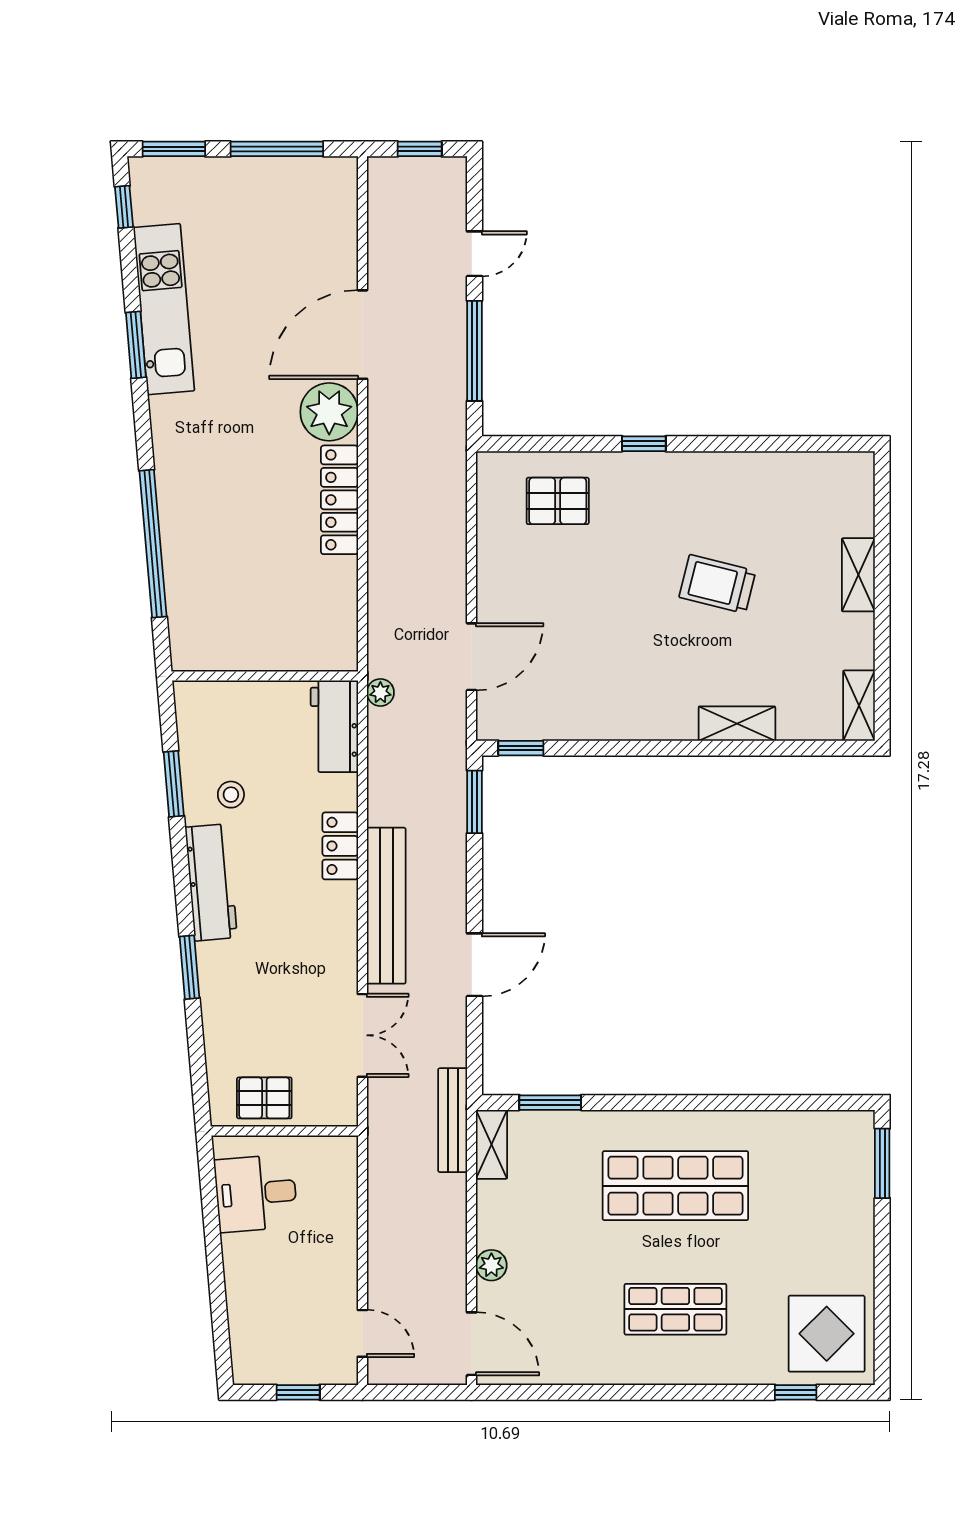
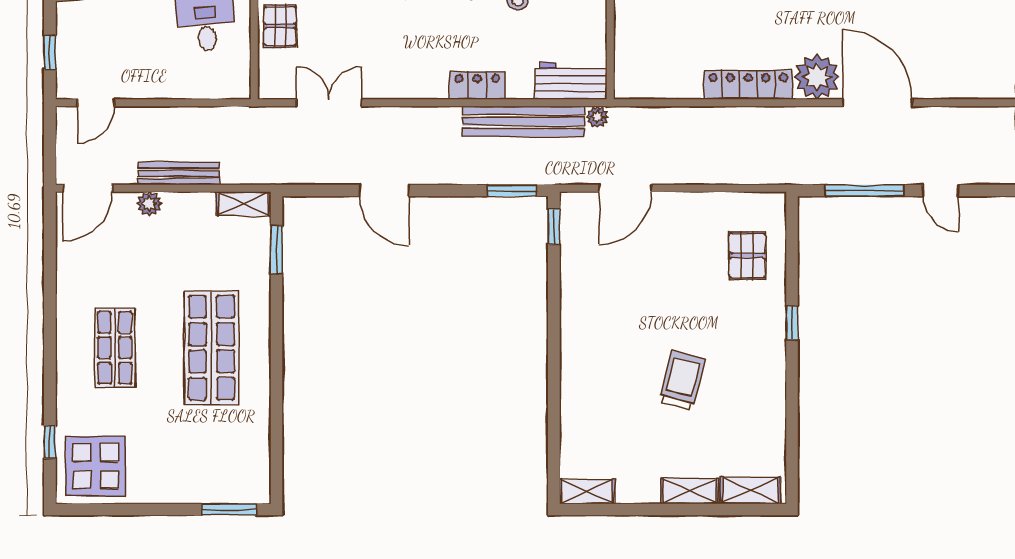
door: (472, 657) -> (625, 188), hinge flipped
shelving: (737, 724) -> (751, 490), moved, turned 90
bench: (386, 906) -> (523, 121), moved
double door: (362, 1035) -> (329, 103), swing flipped
bench: (453, 1120) -> (179, 173), moved

